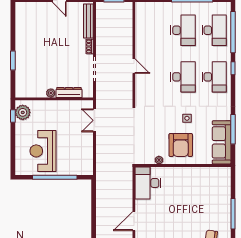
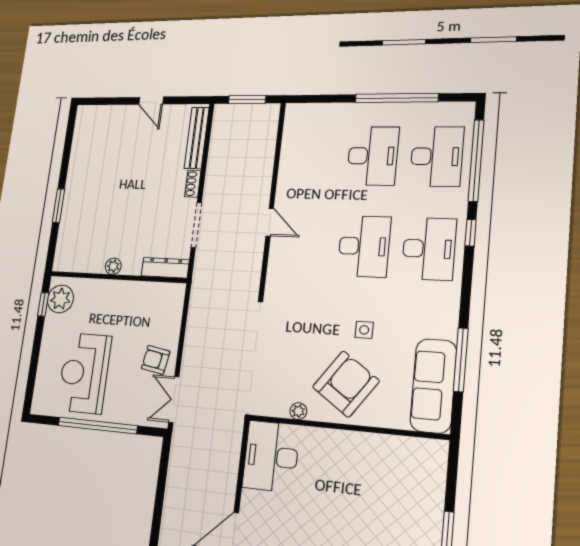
dresser: (69, 93) -> (165, 268), moved
double door: (95, 120) -> (174, 400), moved
armchair: (82, 141) -> (156, 360), added
armchair: (181, 145) -> (346, 384), turned -145

